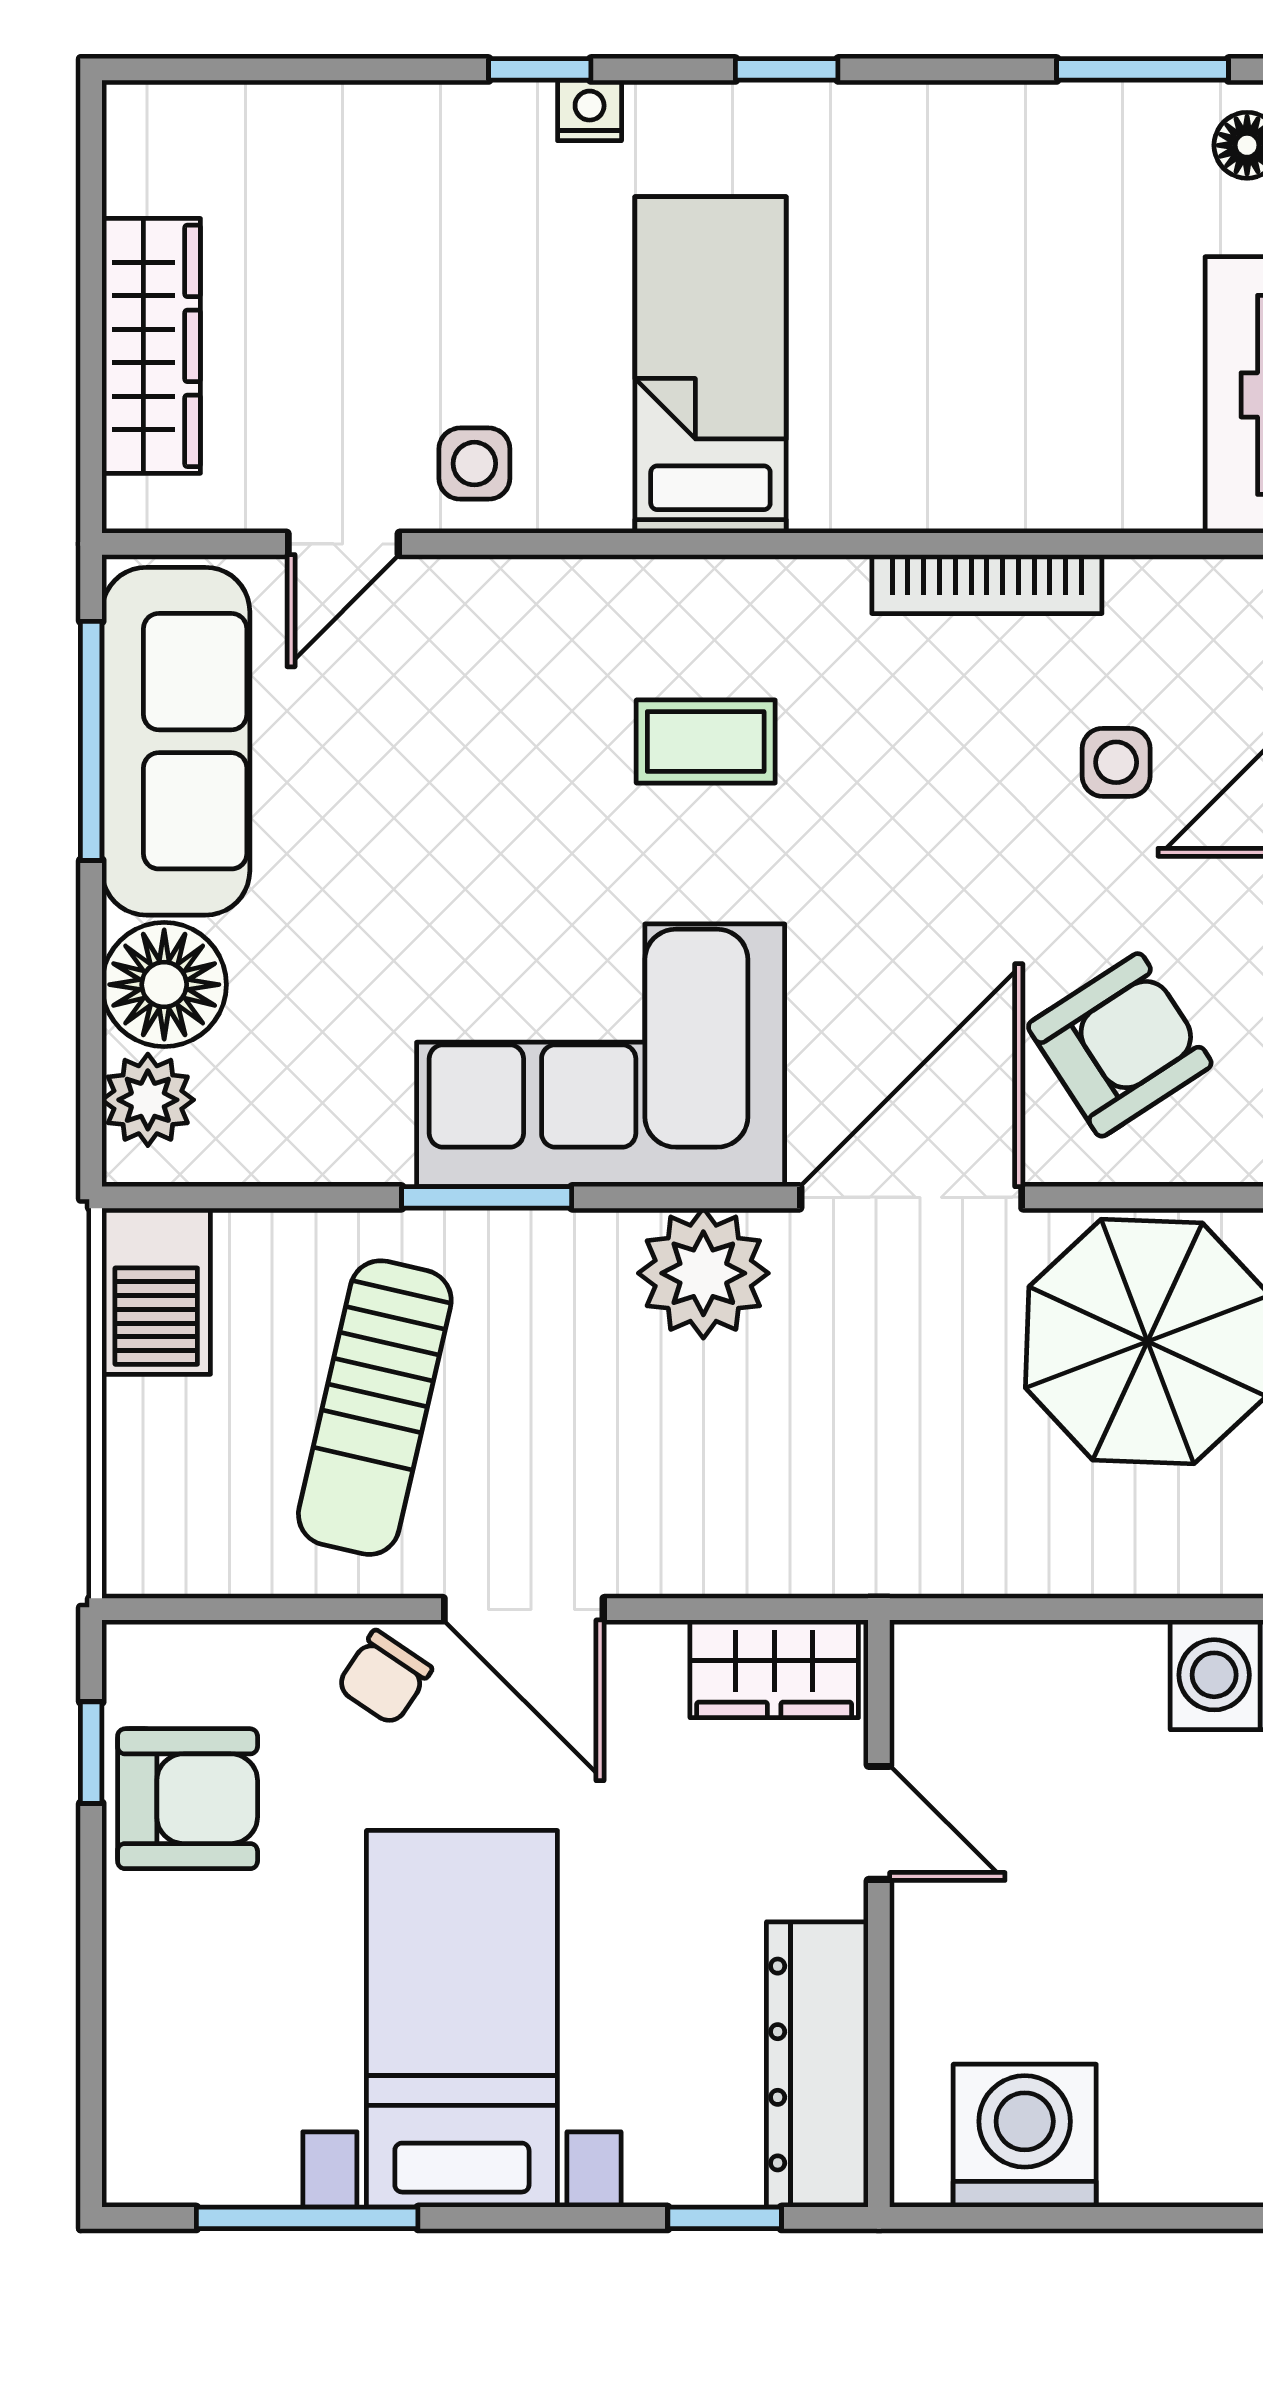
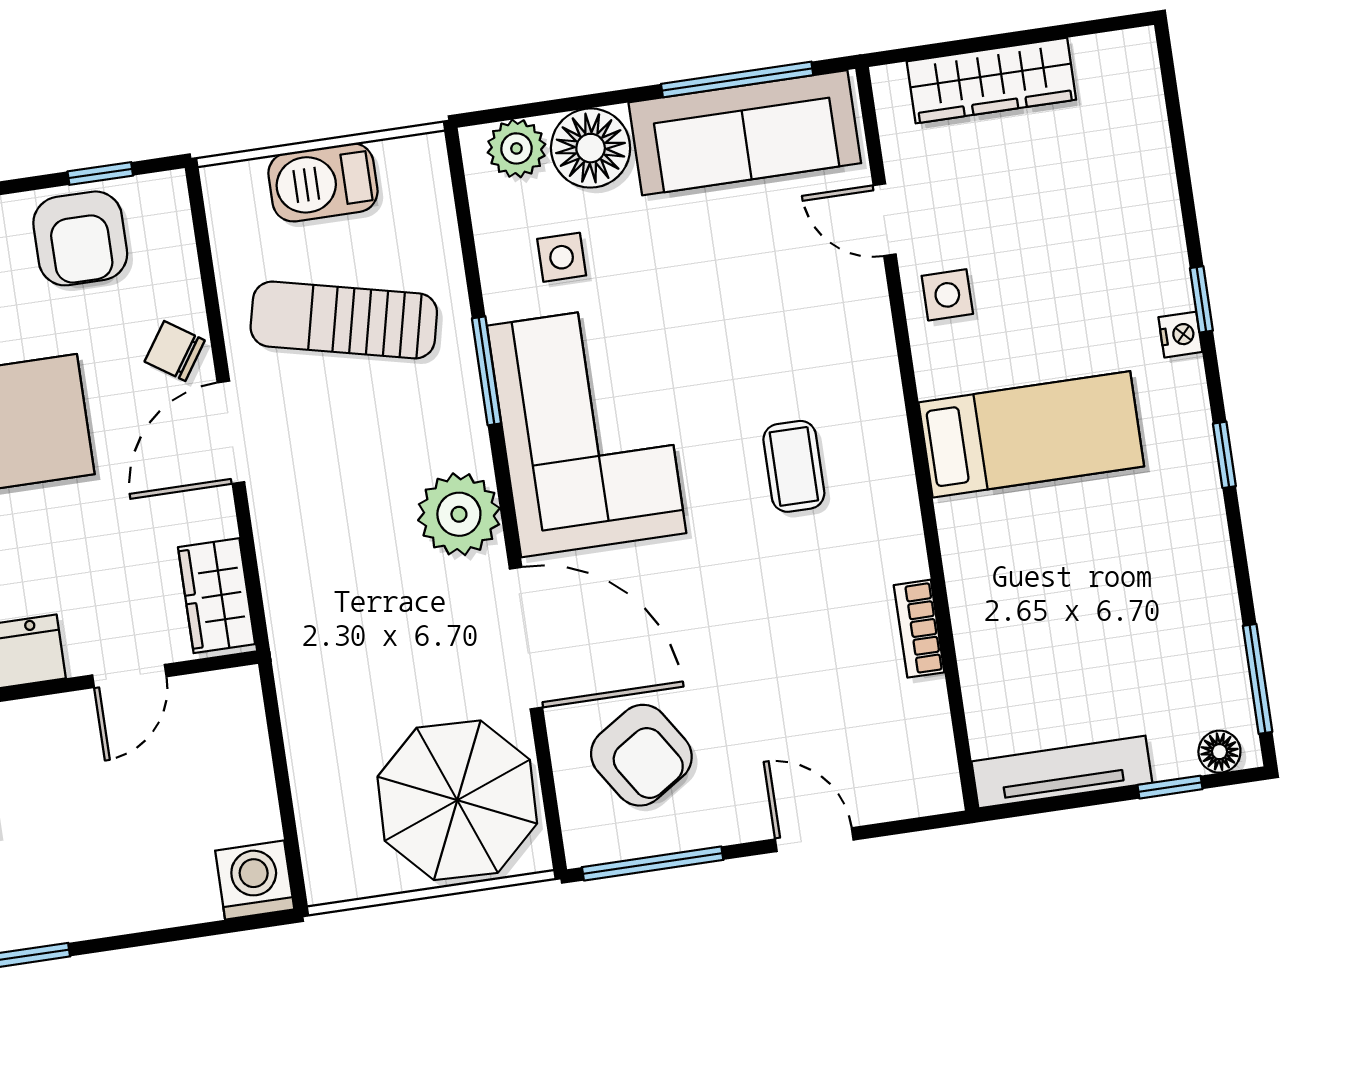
bookcase: (987, 584) -> (919, 629), width x0.64
side table: (1116, 762) -> (562, 257), moved
barbecue: (156, 1291) -> (323, 182), moved

